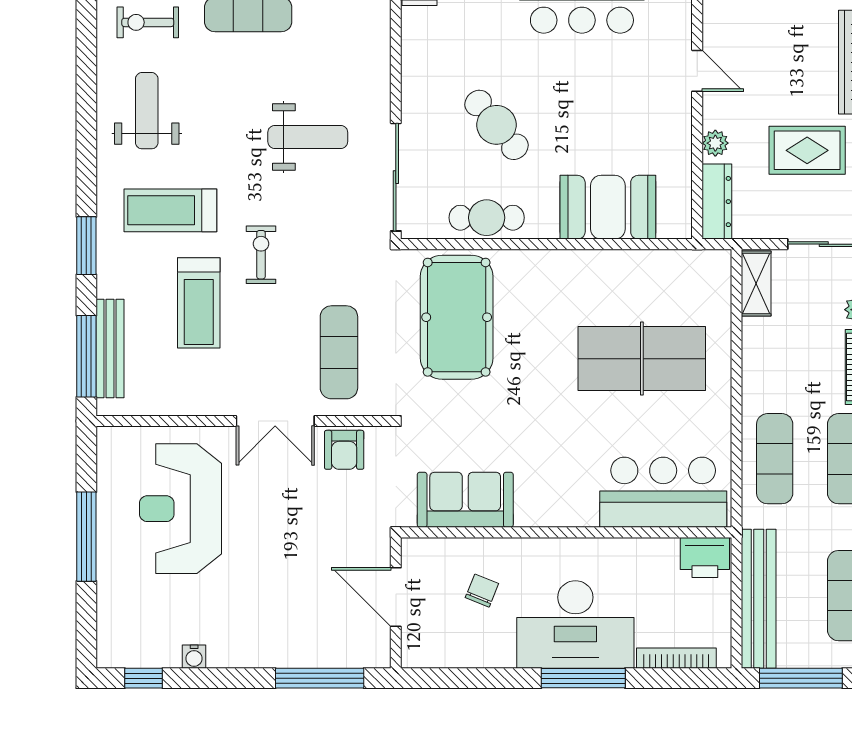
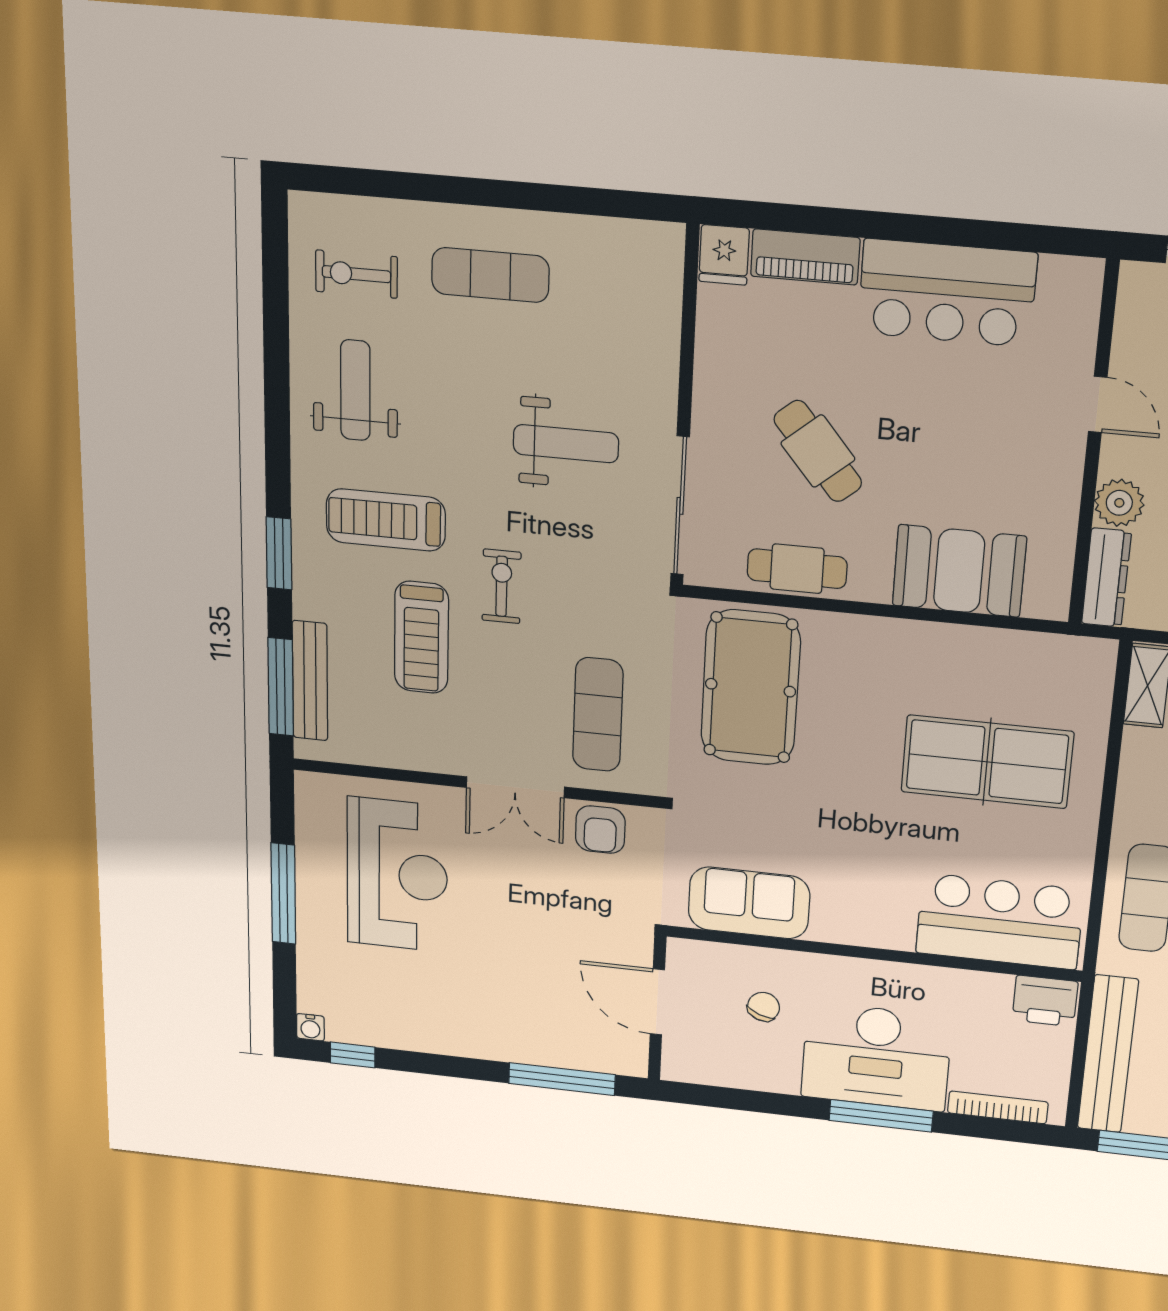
plant: (715, 143) -> (1119, 503), width x1.38, depth x1.38
reception desk: (180, 509) -> (397, 875), turned 180
water cooler: (194, 657) -> (310, 1027), moved

